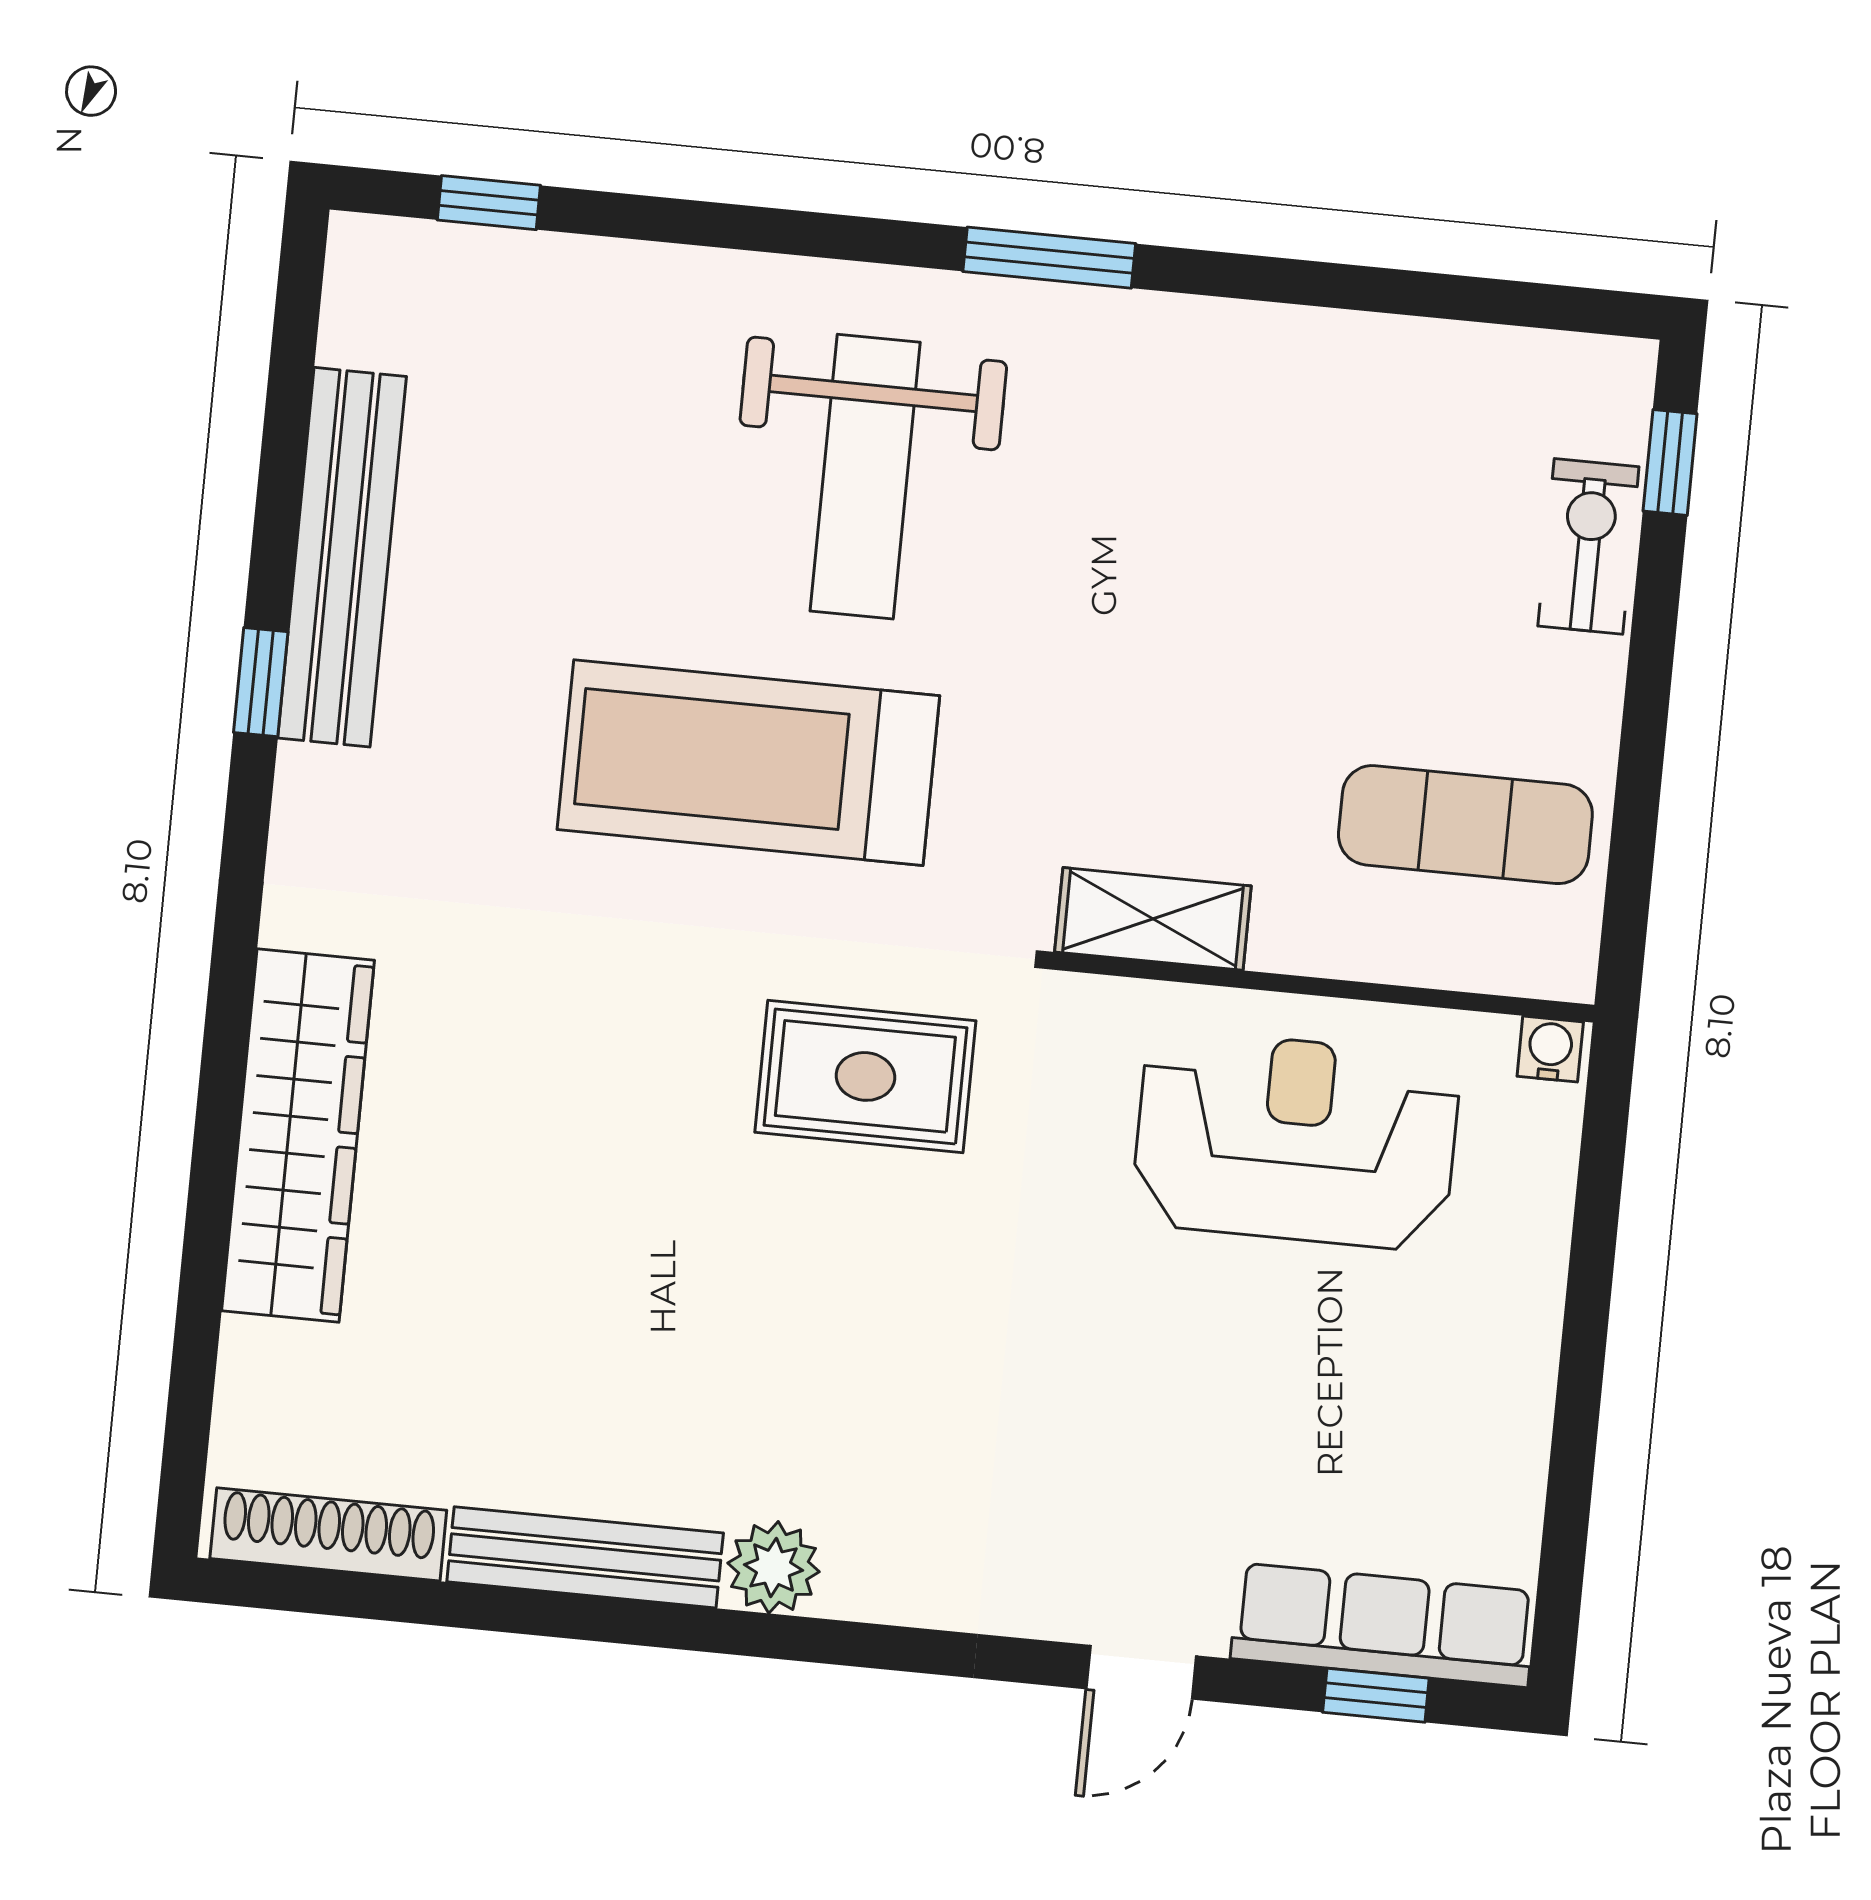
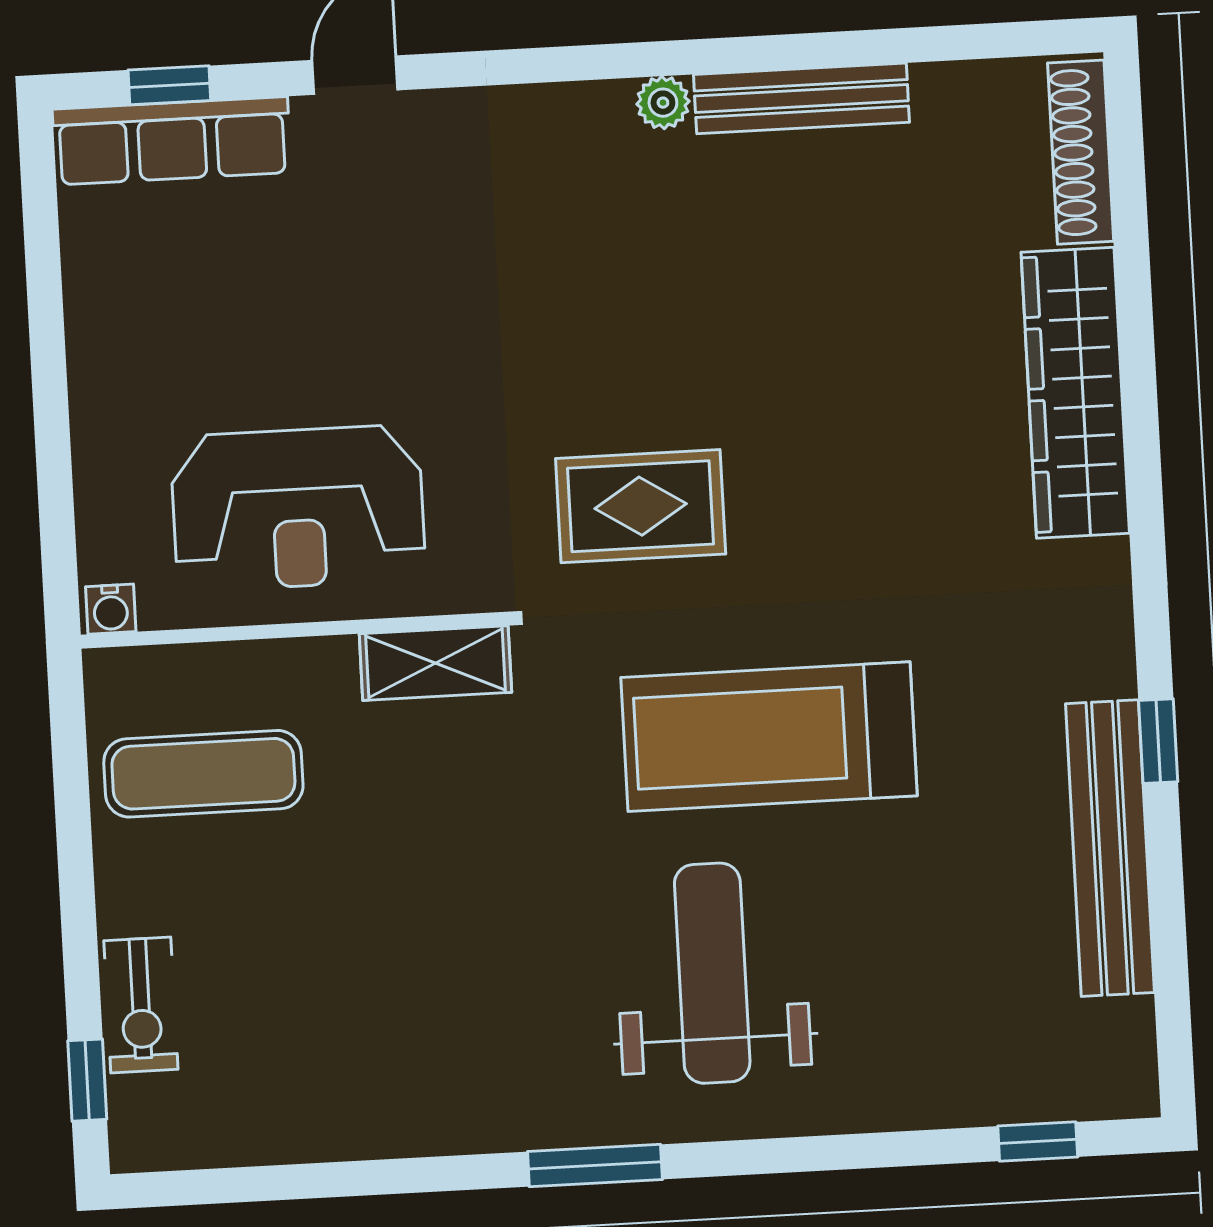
treadmill: (748, 763) -> (769, 737), turned 180
shoe rack: (328, 1534) -> (1081, 152), moved, turned 90
plant: (773, 1567) -> (663, 103), width x0.73, depth x0.73

